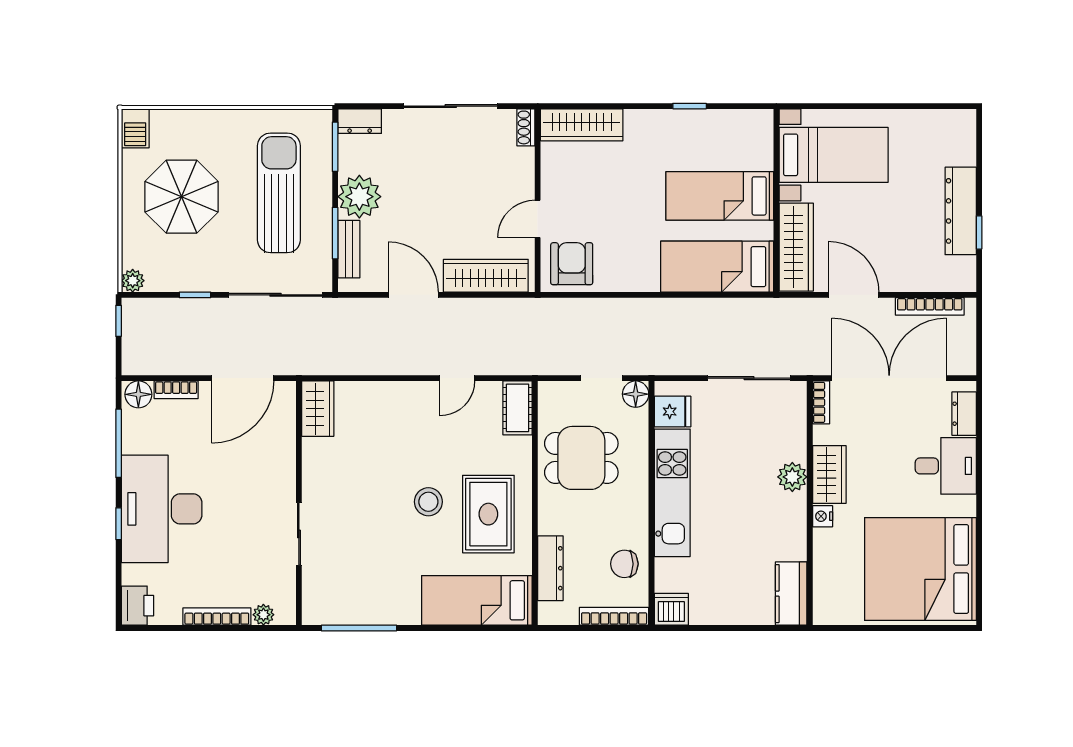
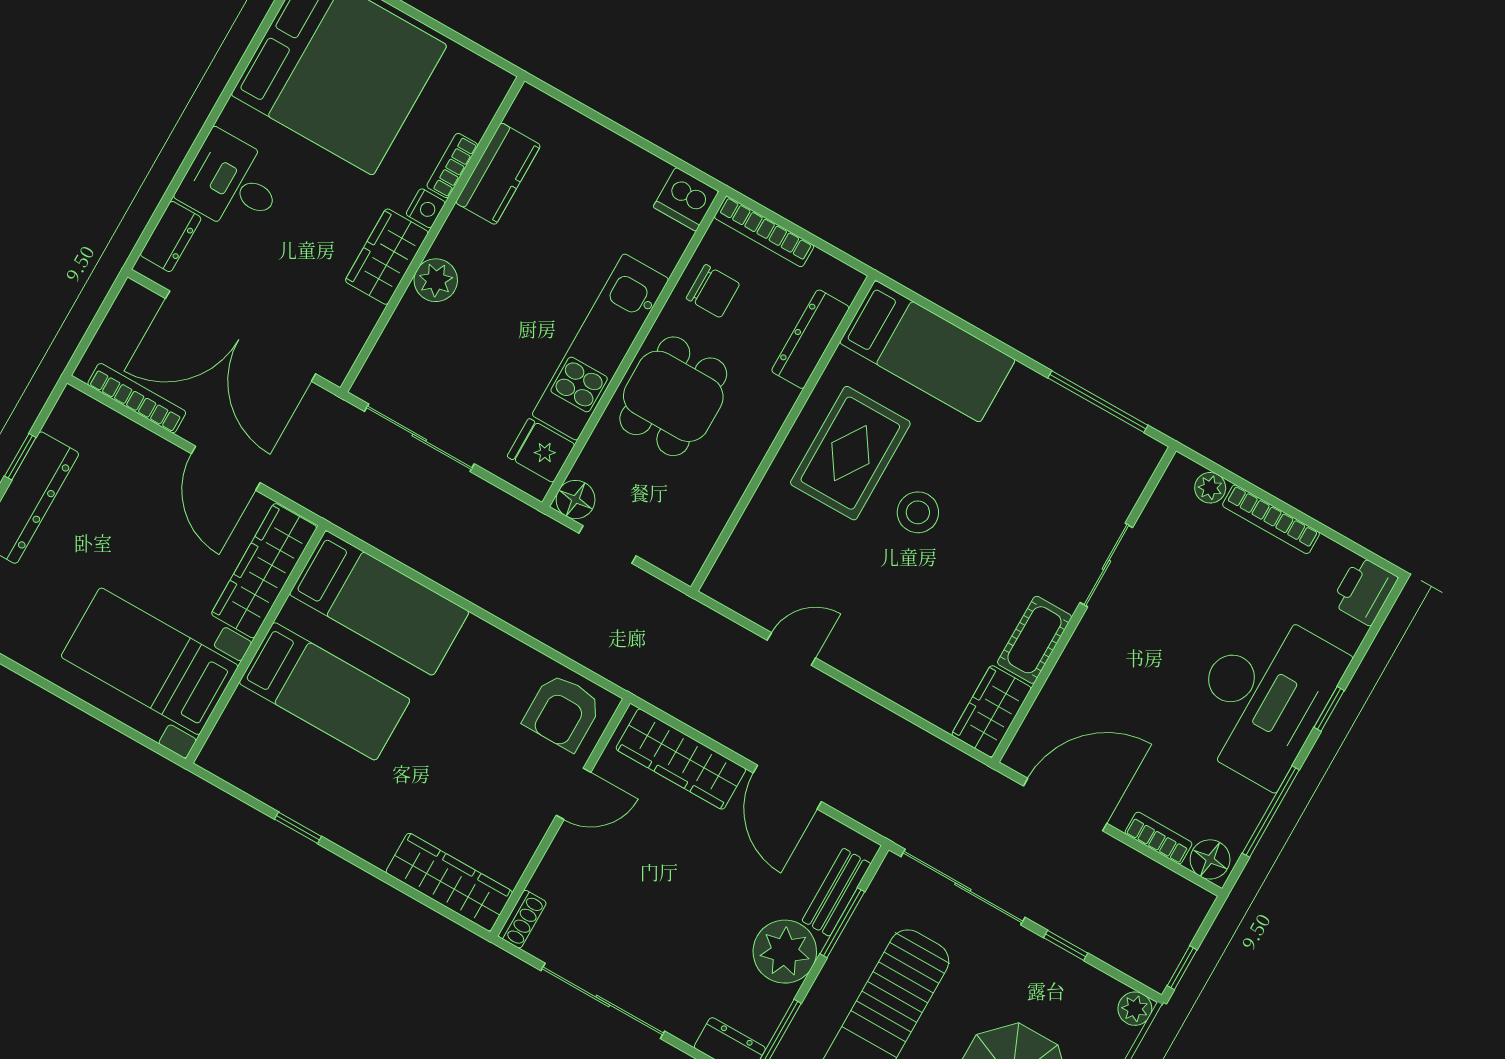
bookcase: (821, 402) -> (452, 166), moved
cot: (518, 408) -> (1034, 640), moved
dining table: (581, 458) -> (673, 396), moved, turned 90
kitchen counter: (791, 594) -> (498, 174), moved

